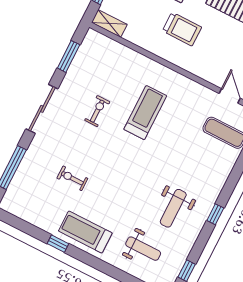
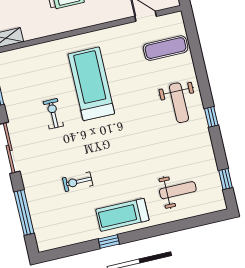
treadmill: (145, 113) -> (91, 84), width x1.37, depth x1.38
weight bench: (173, 208) -> (179, 103), moved

